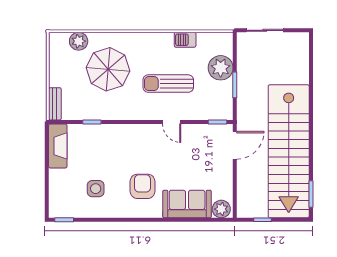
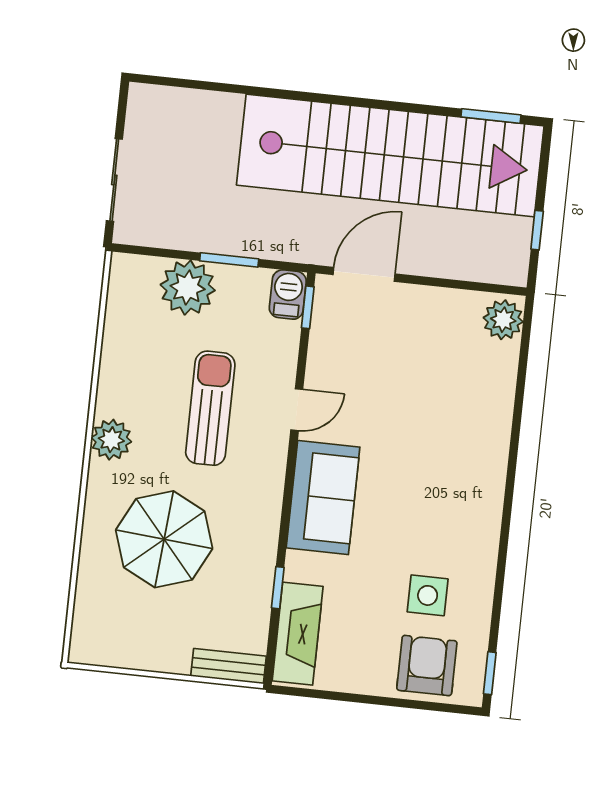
barbecue: (185, 40) -> (288, 295), moved, turned 180
plant: (79, 41) -> (111, 440), moved
sun lounger: (168, 84) -> (210, 408), turned 180
door: (235, 145) -> (364, 274), hinge flipped
fireplace: (58, 146) -> (298, 634), moved, turned 90
armchair: (143, 186) -> (427, 666), moved, turned 90
sofa: (187, 204) -> (323, 497), moved, turned 180

